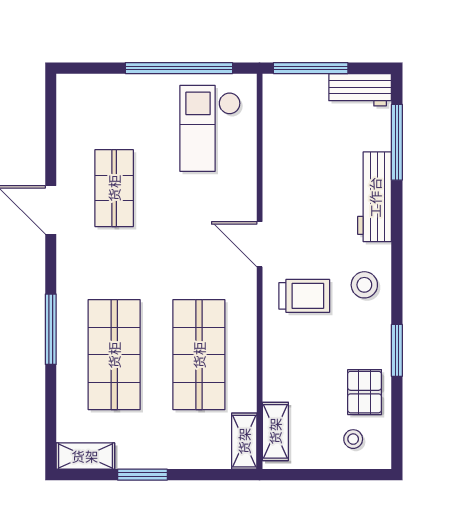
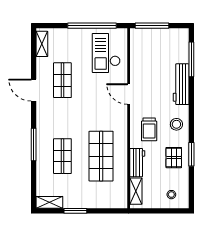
workbench: (360, 90) -> (137, 163), moved, turned -90
door: (260, 244) -> (129, 94), moved
trolley: (304, 296) -> (149, 129), turned 90
shop shelf: (114, 355) -> (62, 156), width x0.70, depth x0.74
pallet: (365, 392) -> (174, 158), moved
shelving: (244, 441) -> (42, 44), moved

